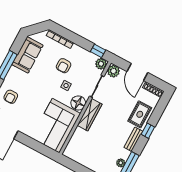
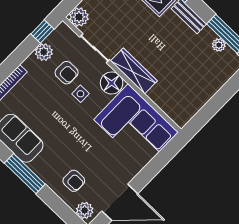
plant: (101, 64) -> (44, 52), moved
armchair: (64, 66) -> (67, 73), moved

